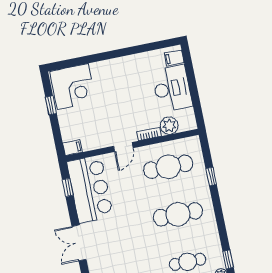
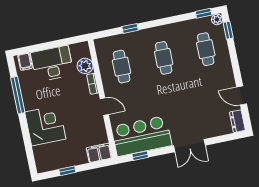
window: (136, 50) -> (18, 95), added
corner desk: (73, 87) -> (45, 125), moved
filing cabinet: (72, 148) -> (99, 153), width x2.00
cafe table: (168, 167) -> (122, 67), width x0.73, depth x0.74
cafe table: (178, 214) -> (164, 58), width x0.73, depth x0.74

